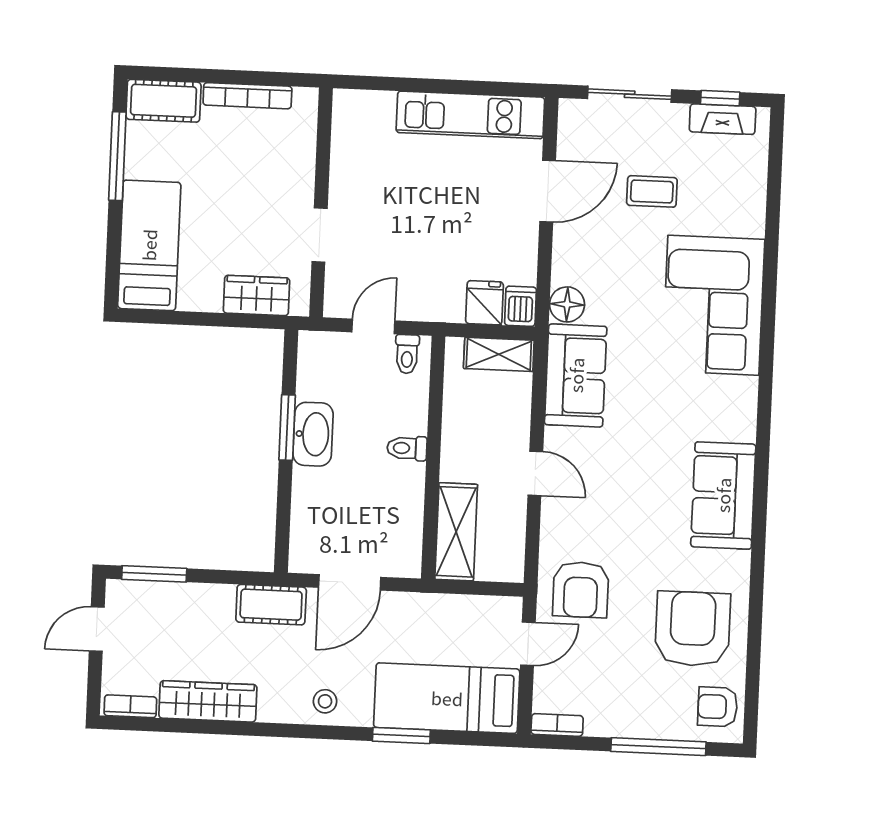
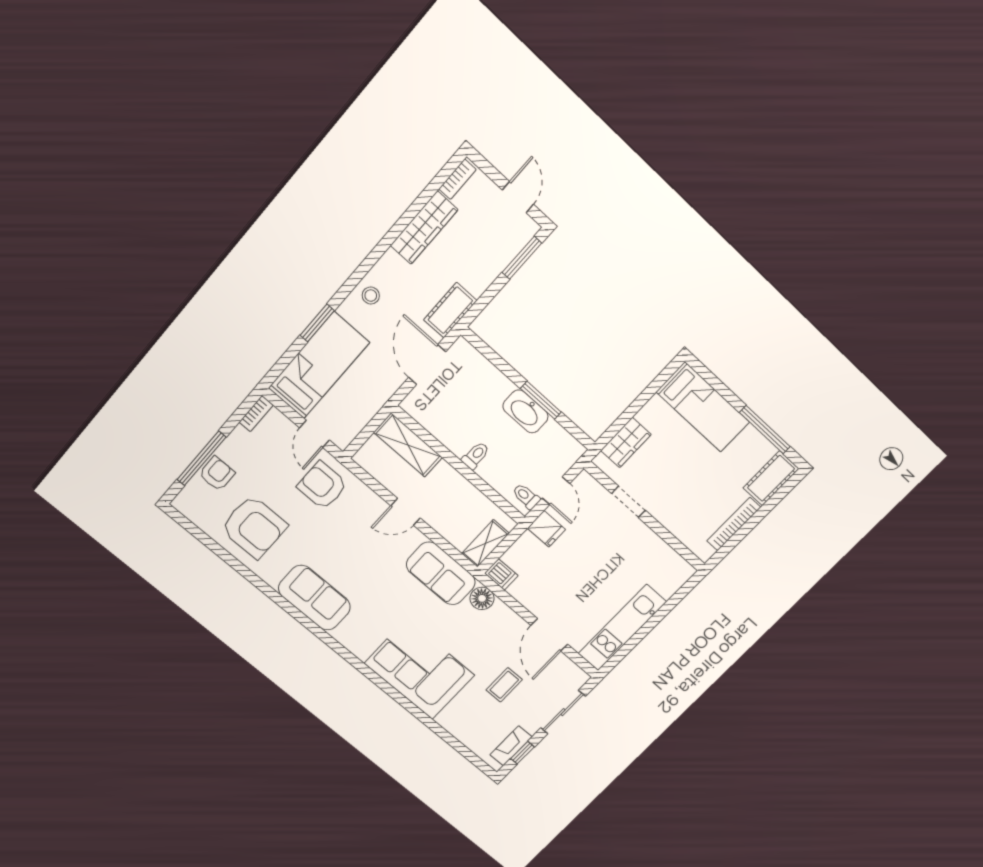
fridge: (485, 303) -> (546, 529), moved
armchair: (718, 707) -> (217, 474), moved

